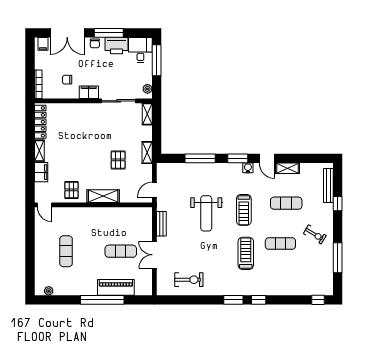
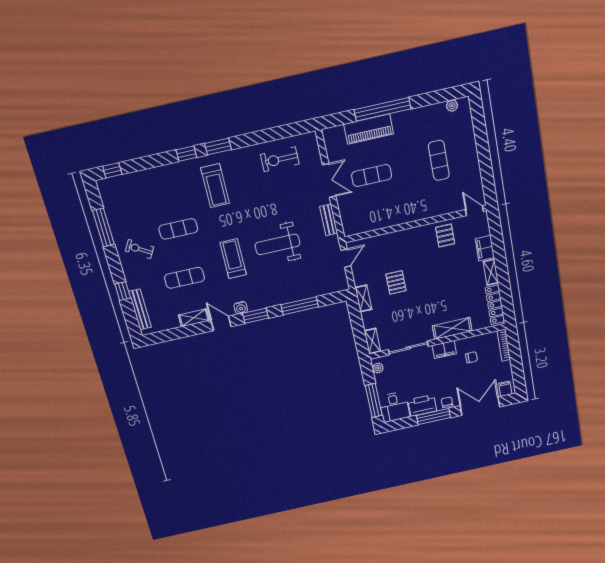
shelving: (103, 196) -> (452, 328), moved
weight bench: (206, 213) -> (277, 244), turned -90
treadmill: (246, 253) -> (215, 186), moved

